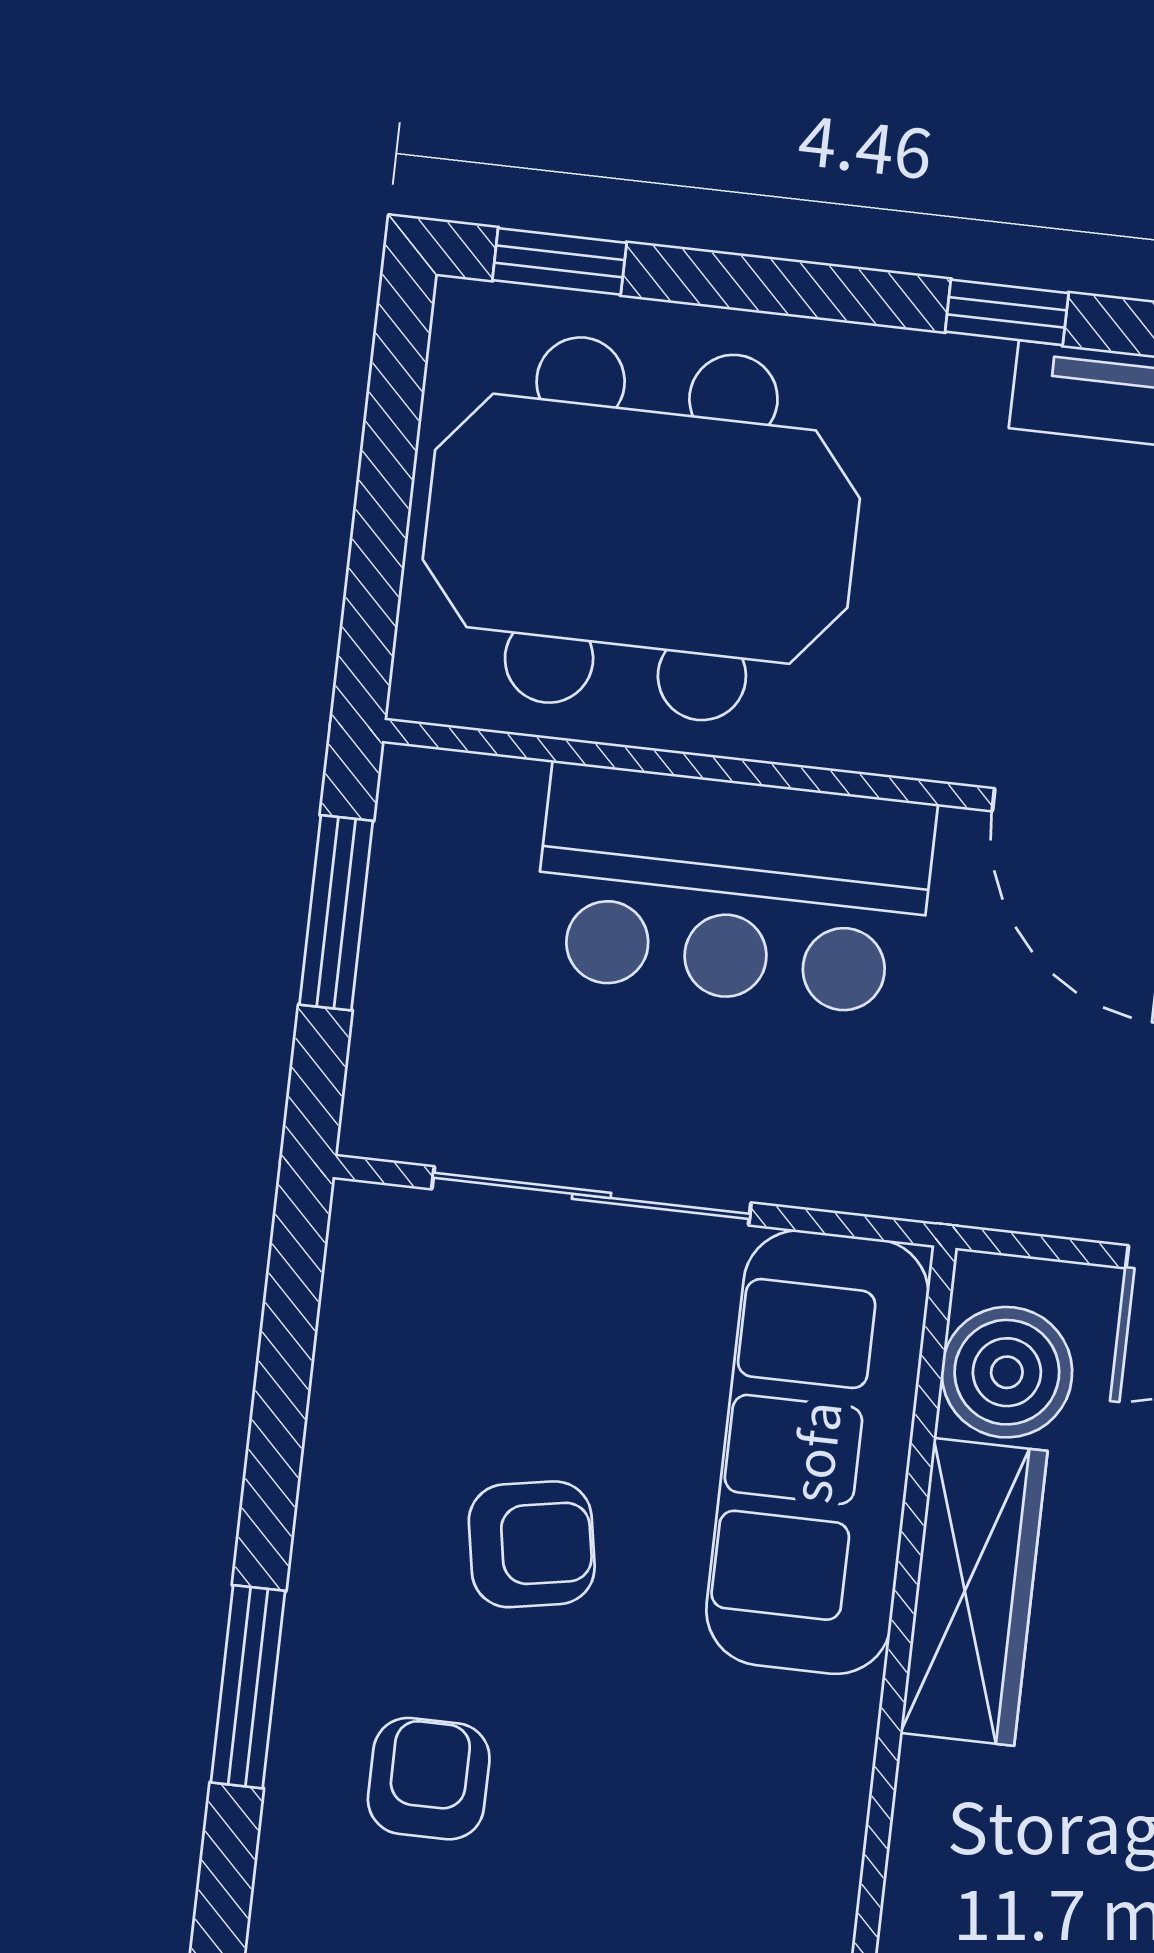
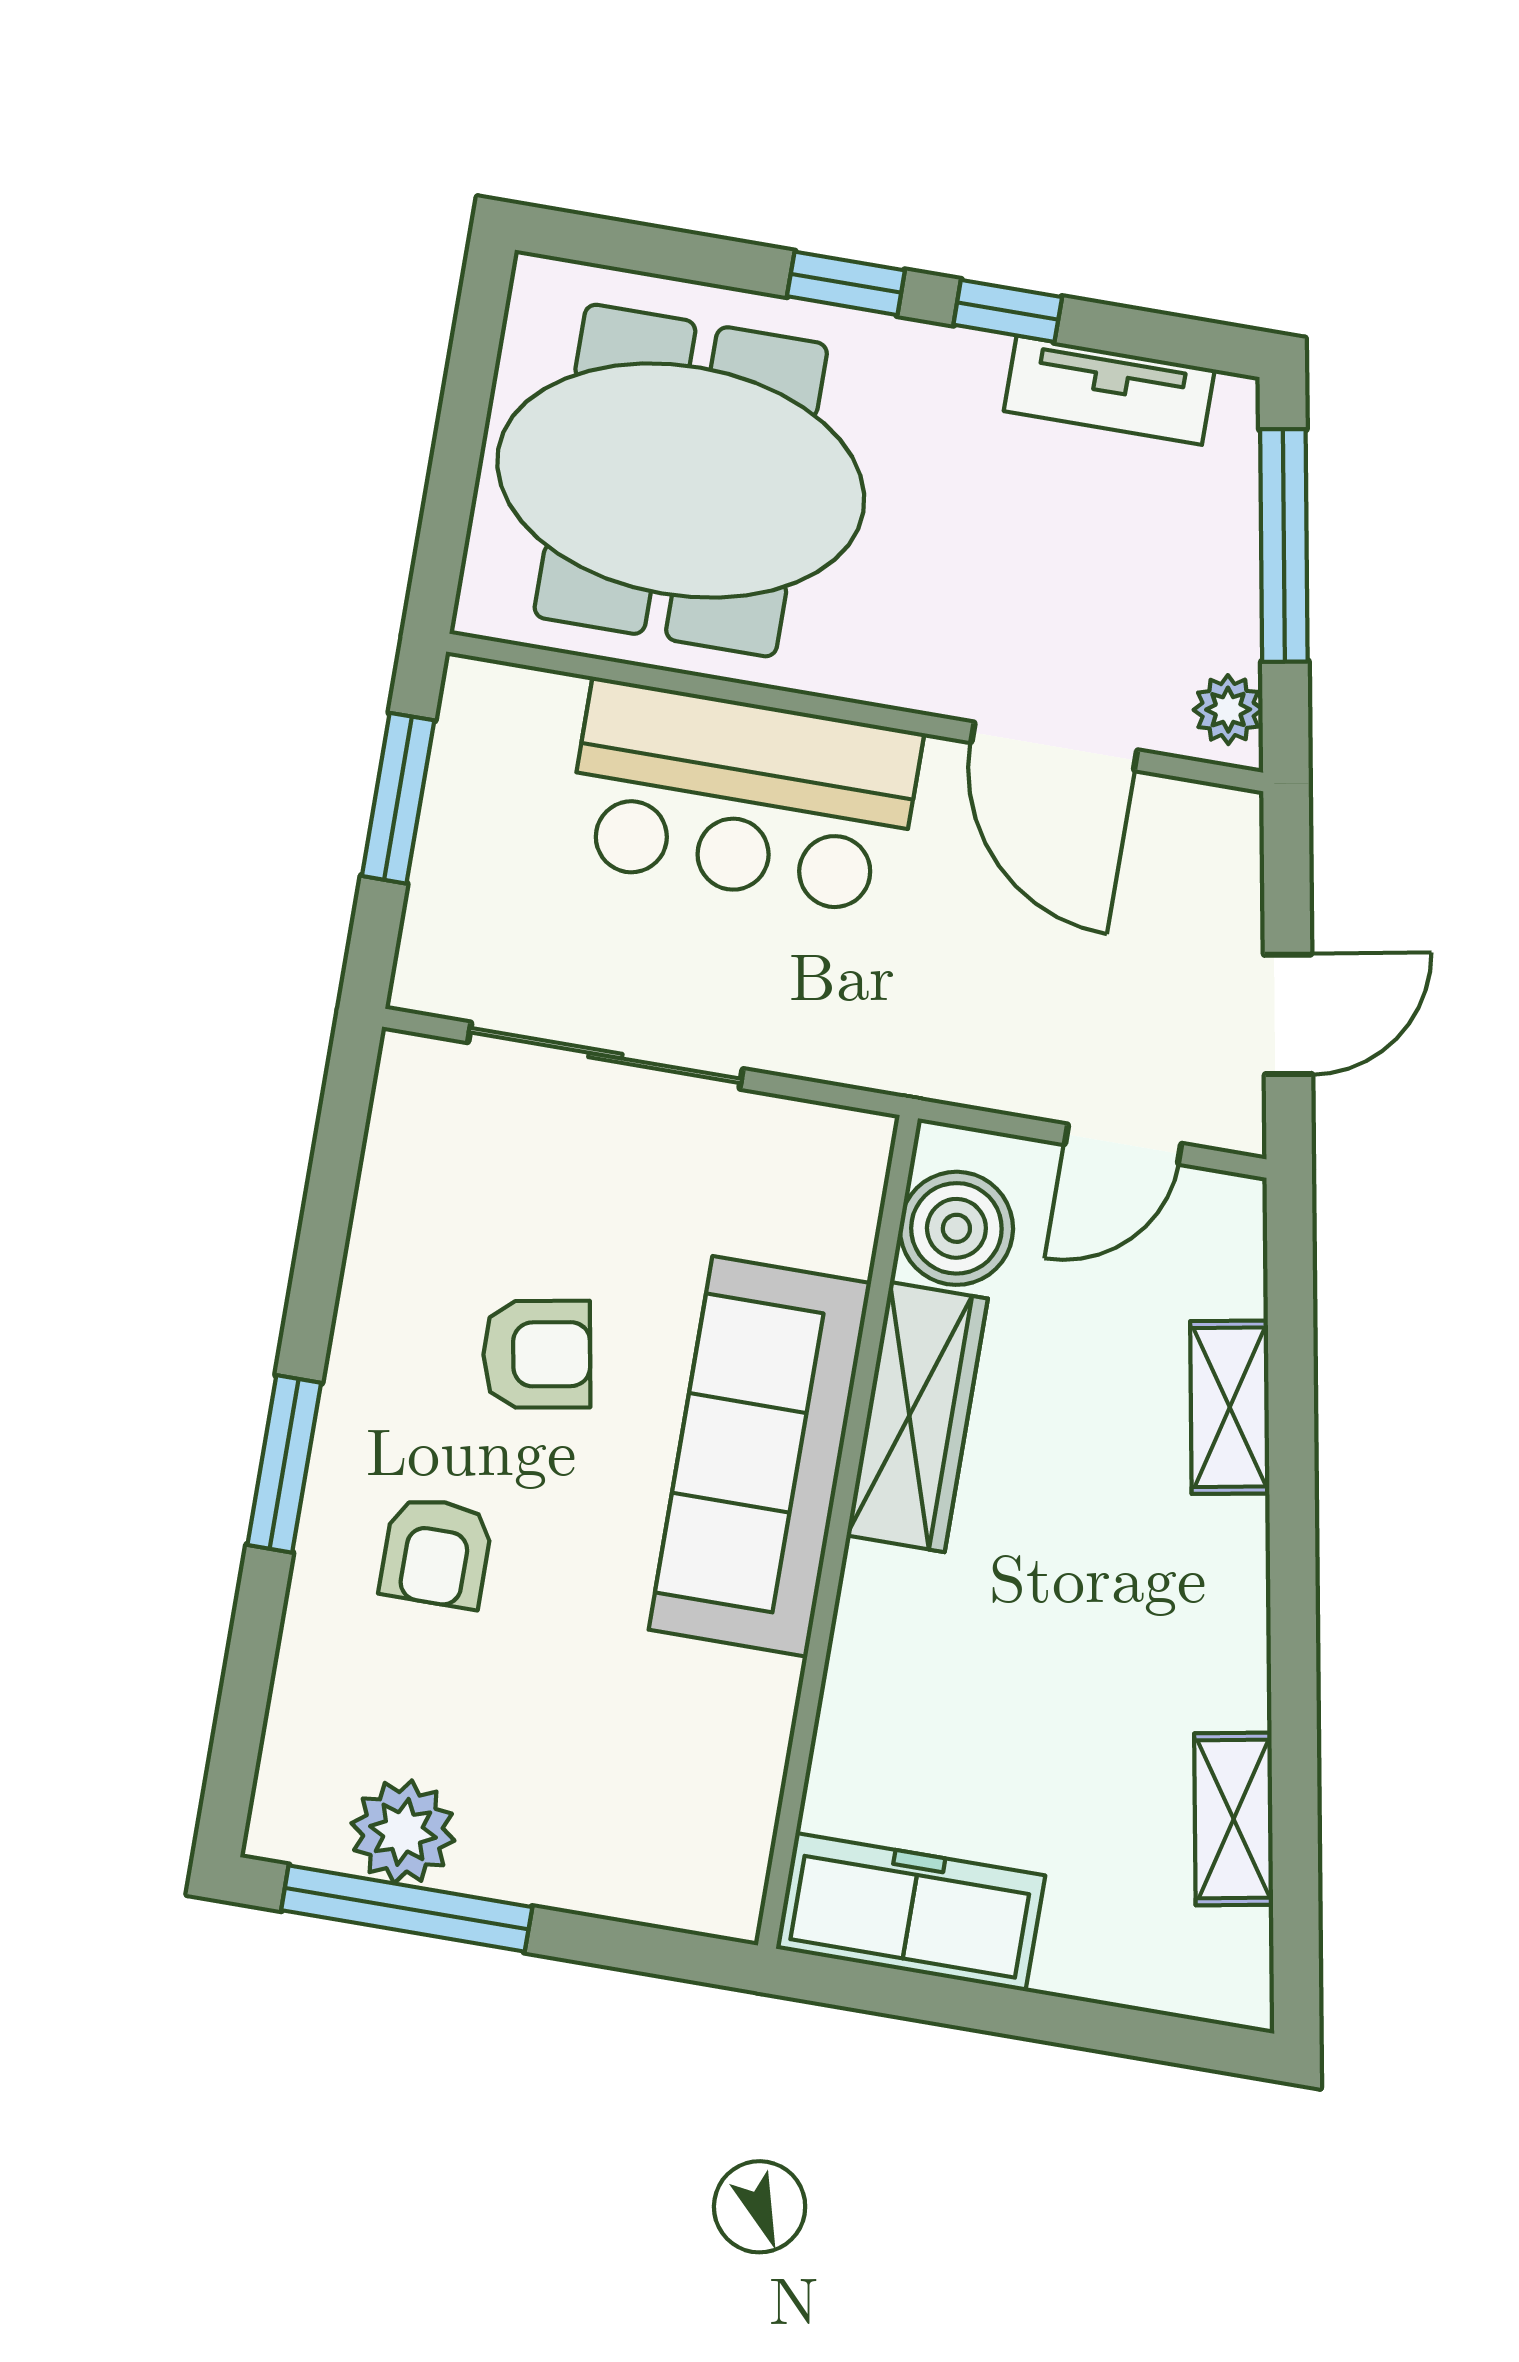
window: (559, 261) -> (846, 283), moved
sofa: (817, 1452) -> (760, 1456), moved
armchair: (429, 1779) -> (436, 1552), turned 180

